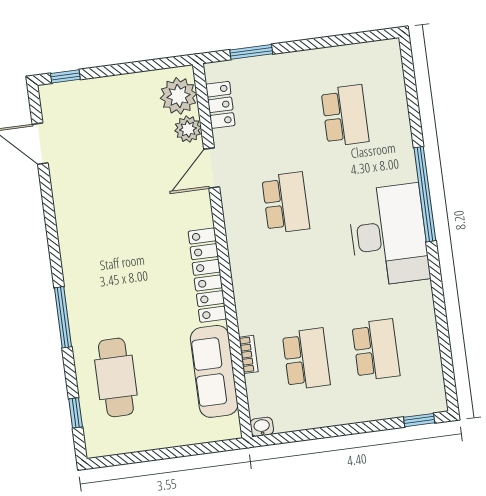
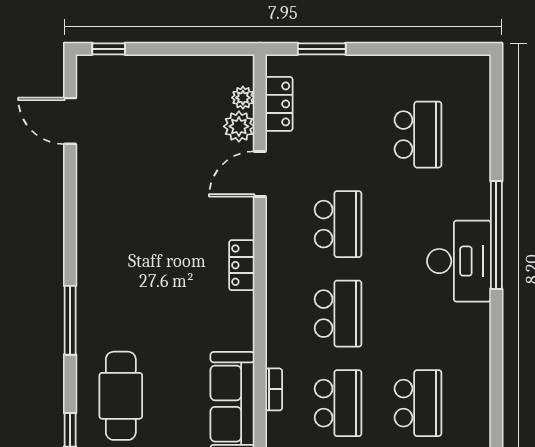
plant: (178, 96) -> (243, 98), width x0.53, depth x0.53
desk: (389, 235) -> (459, 261), width x0.73, depth x0.77
locker: (207, 275) -> (242, 265), width x0.46, depth x0.83
school desk: (296, 281) -> (338, 314), added

